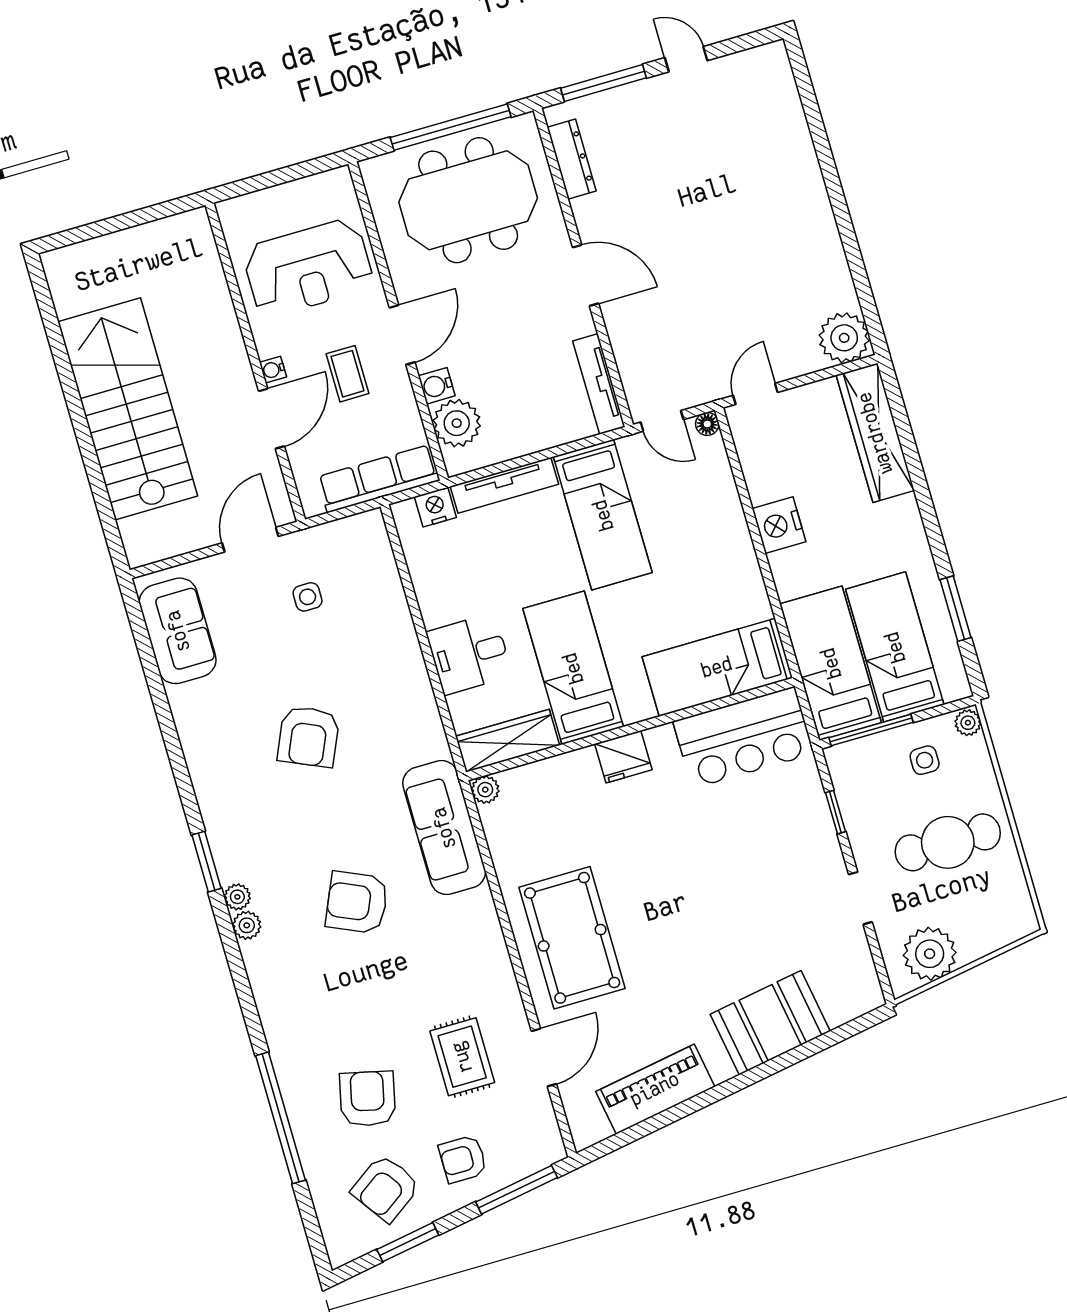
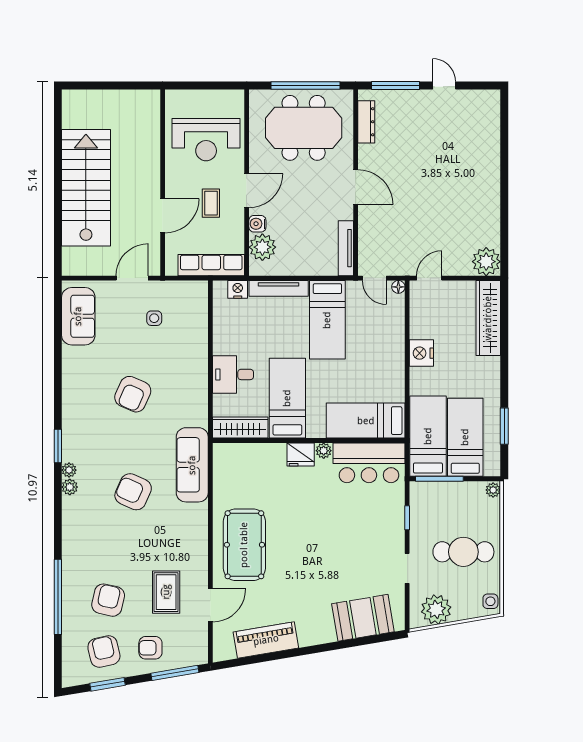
water cooler: (273, 370) -> (171, 189), removed
side table: (925, 760) -> (490, 601), moved
plant: (485, 790) -> (324, 451), moved
booth: (770, 1023) -> (363, 618), moved
armchair: (386, 1188) -> (104, 651), turned 112

